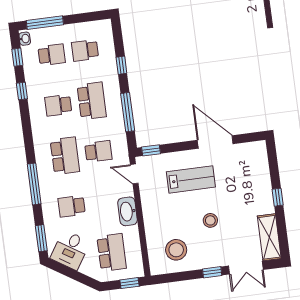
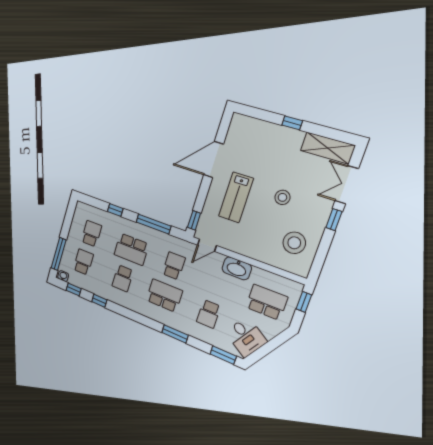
school desk: (85, 50) -> (91, 234), turned 180
school desk: (92, 101) -> (131, 249), turned 180
lab bench: (191, 179) -> (236, 197), turned 180
window: (34, 184) -> (175, 334), width x0.69
double door: (246, 268) -> (347, 185), swing flipped

